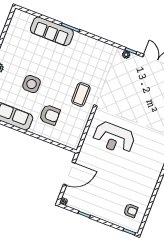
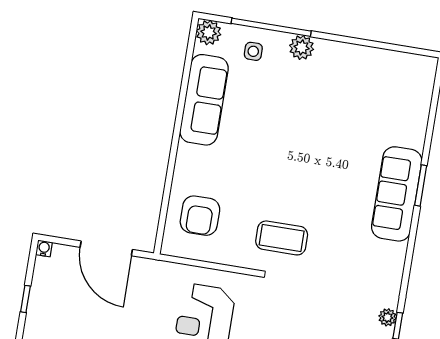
sofa: (52, 31) -> (397, 194), moved
side table: (32, 84) -> (282, 127), removed
armchair: (50, 115) -> (200, 216), moved

